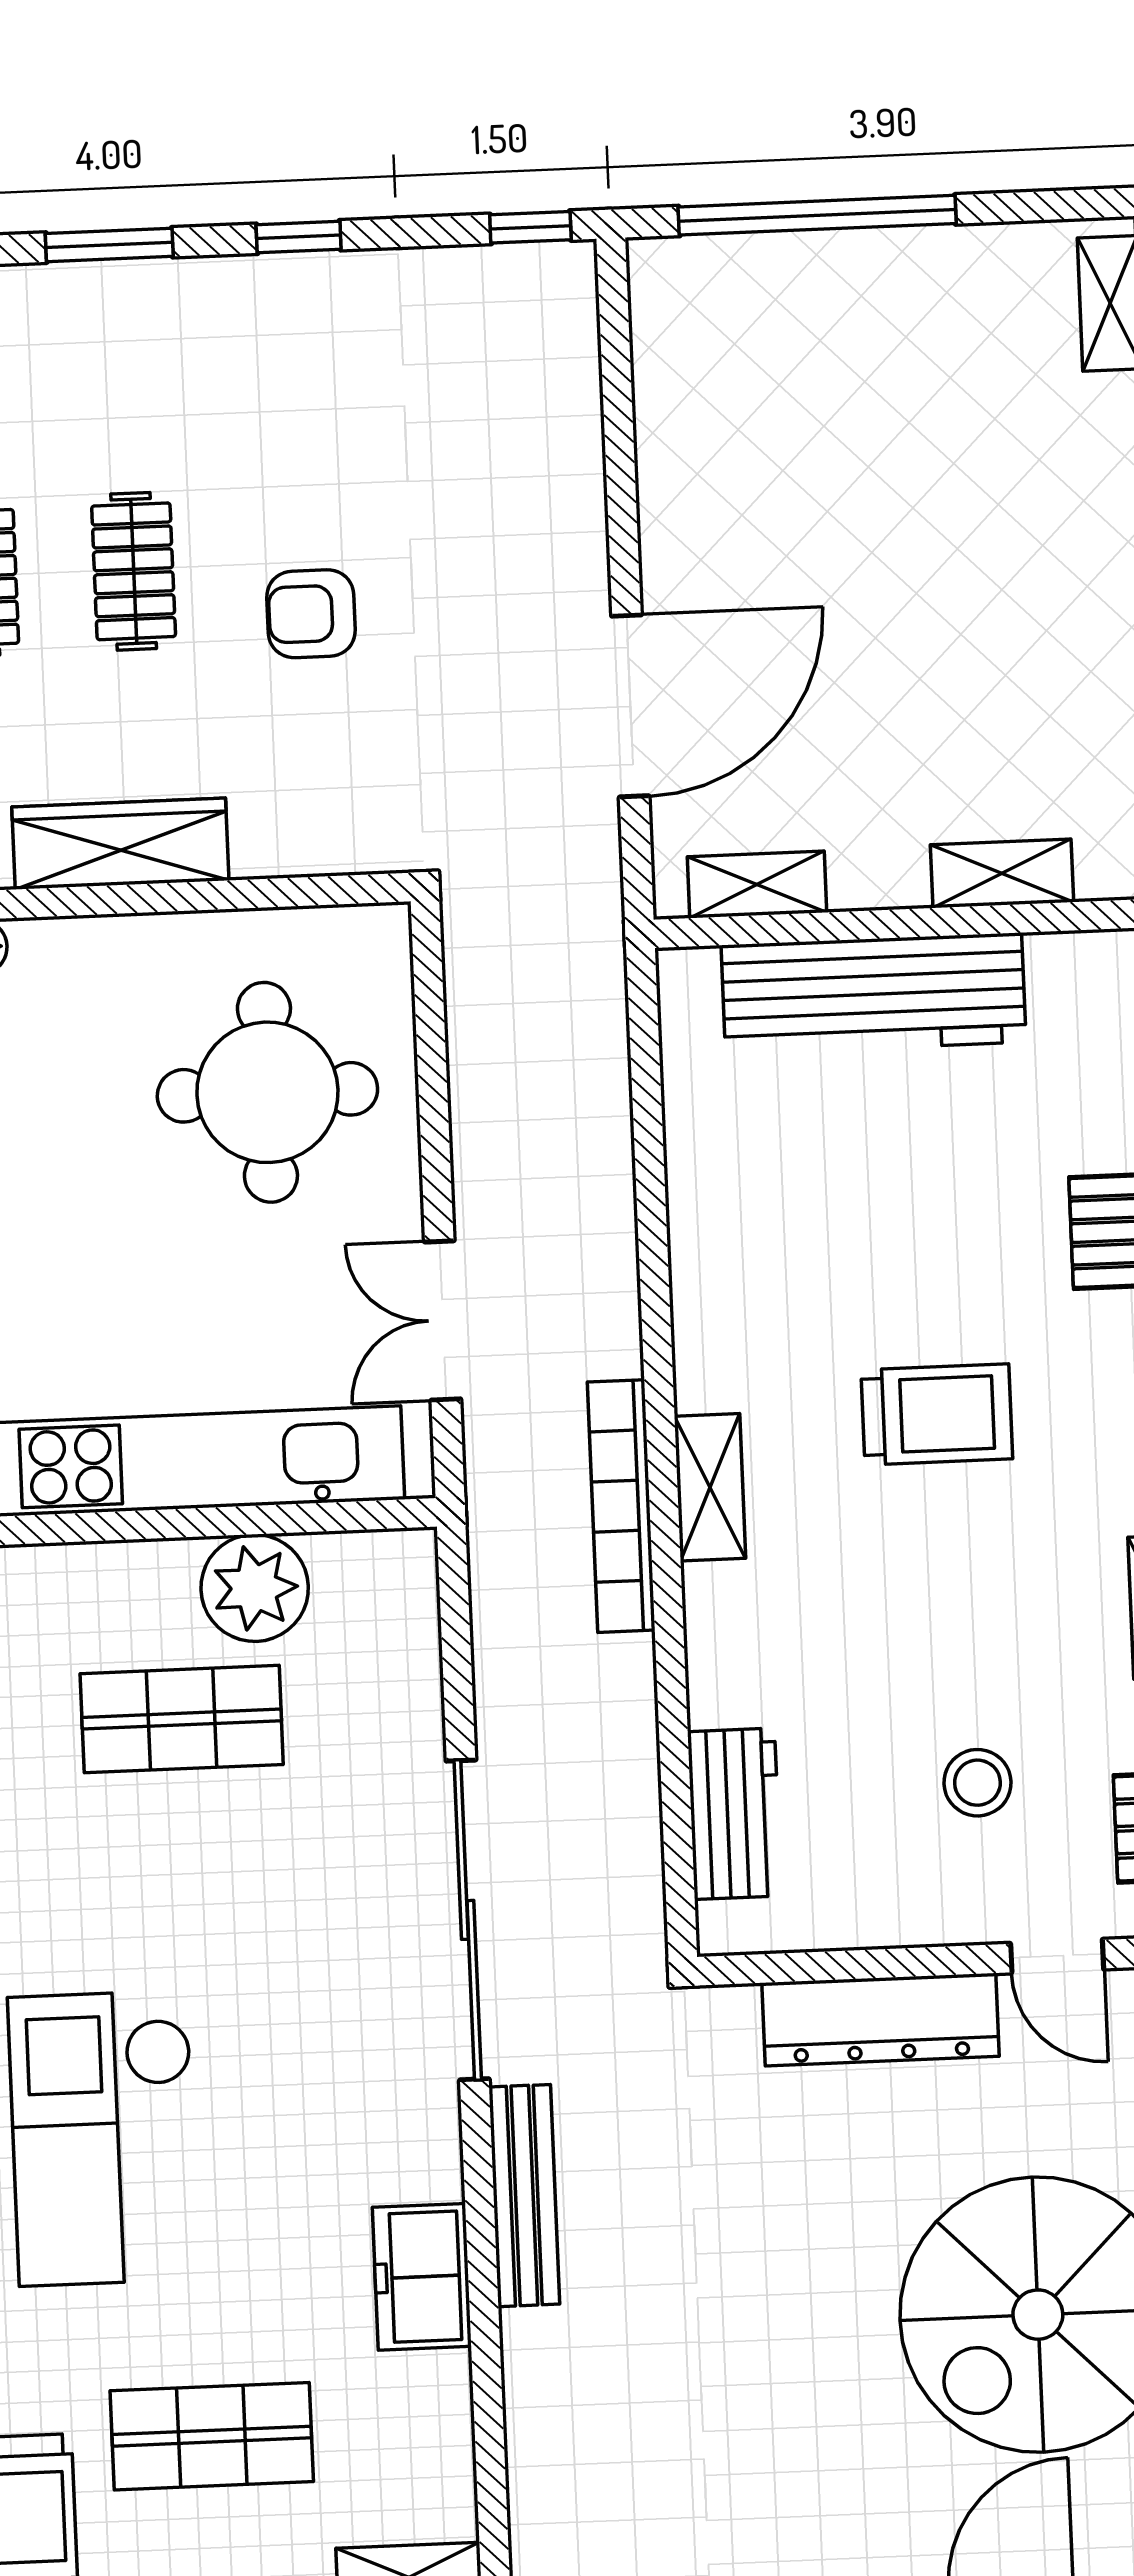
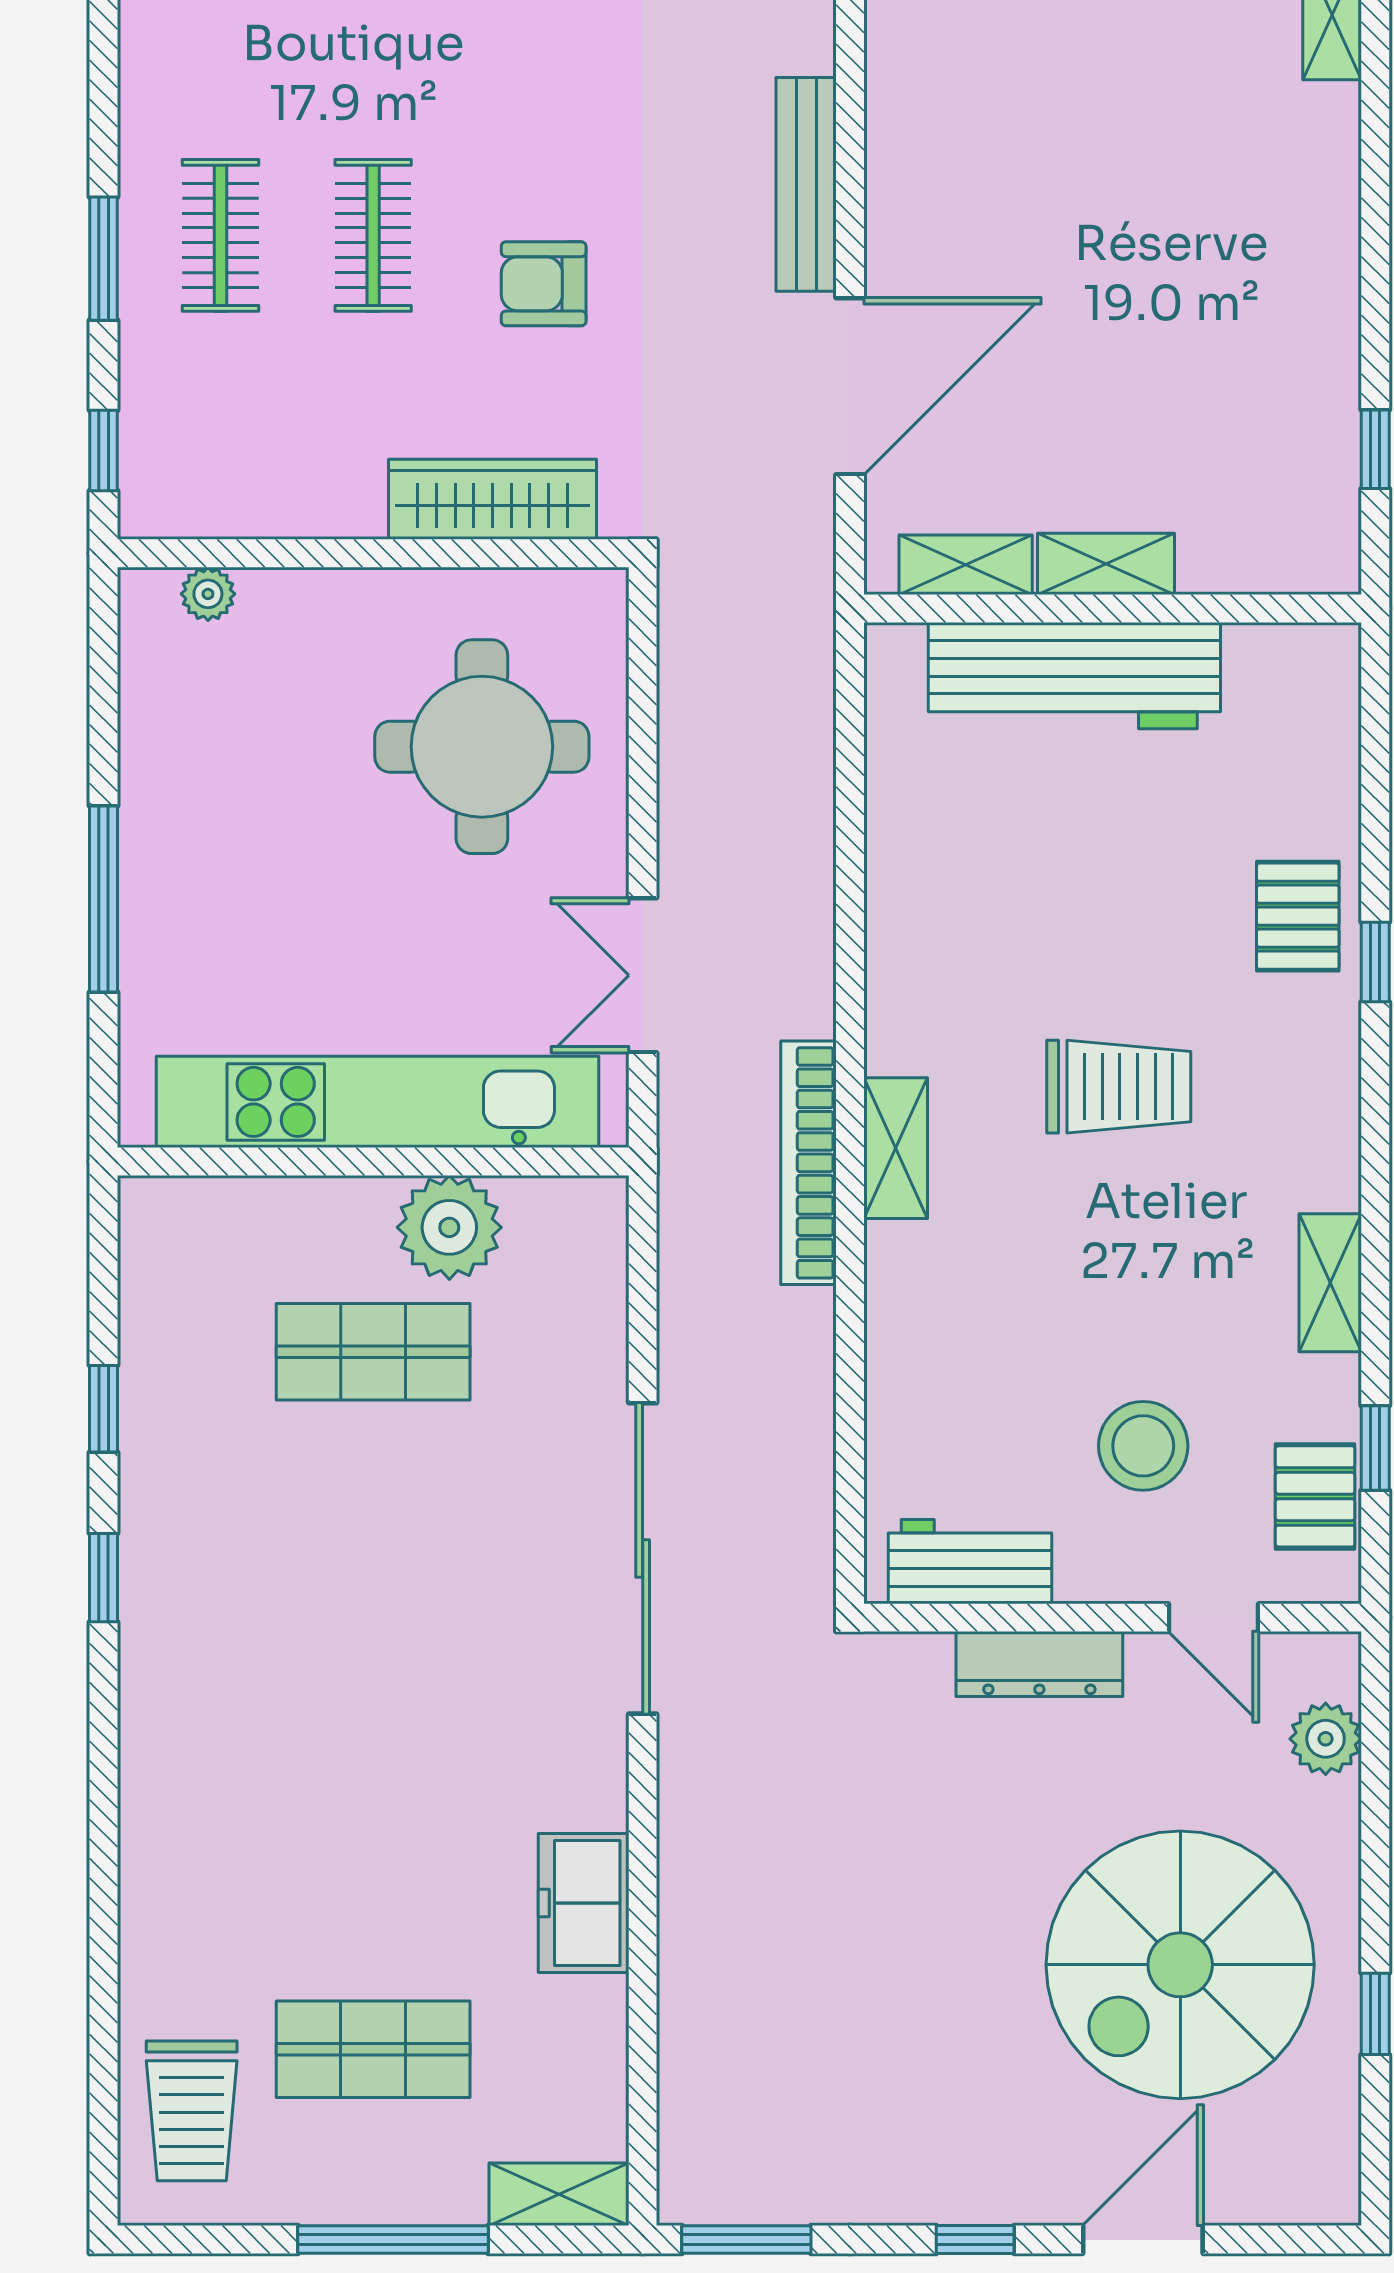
wardrobe: (120, 844) -> (492, 499), moved
shelving: (1002, 873) -> (1106, 564), moved
stool: (977, 1783) -> (1143, 1446), width x1.38, depth x1.38
workbench: (735, 1814) -> (970, 1562), moved, turned -90
dresser: (881, 2020) -> (1039, 1664), width x0.73, depth x0.80
checkout: (104, 2138) -> (280, 1756), removed
bench: (524, 2196) -> (806, 184), moved

